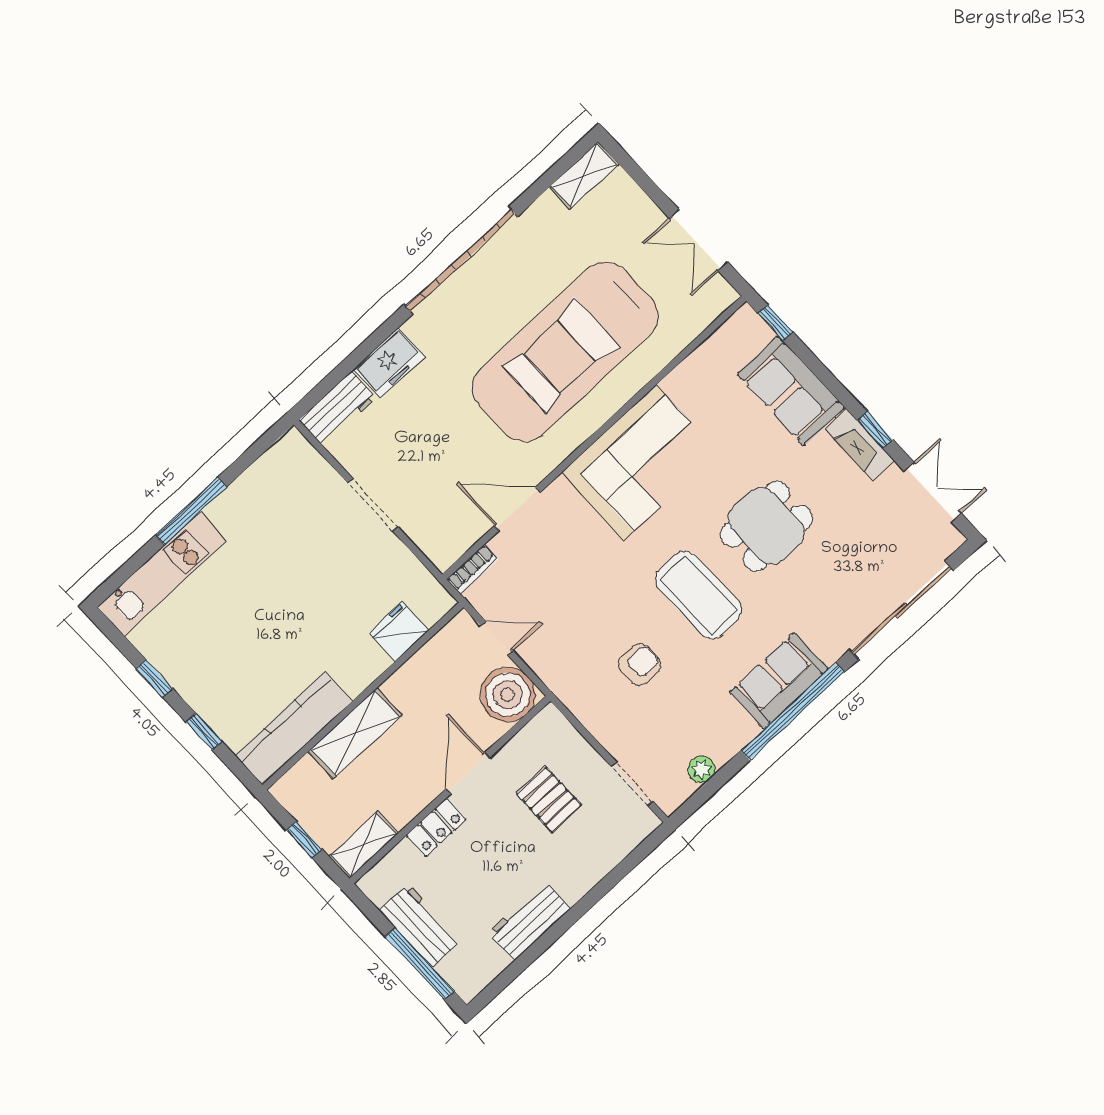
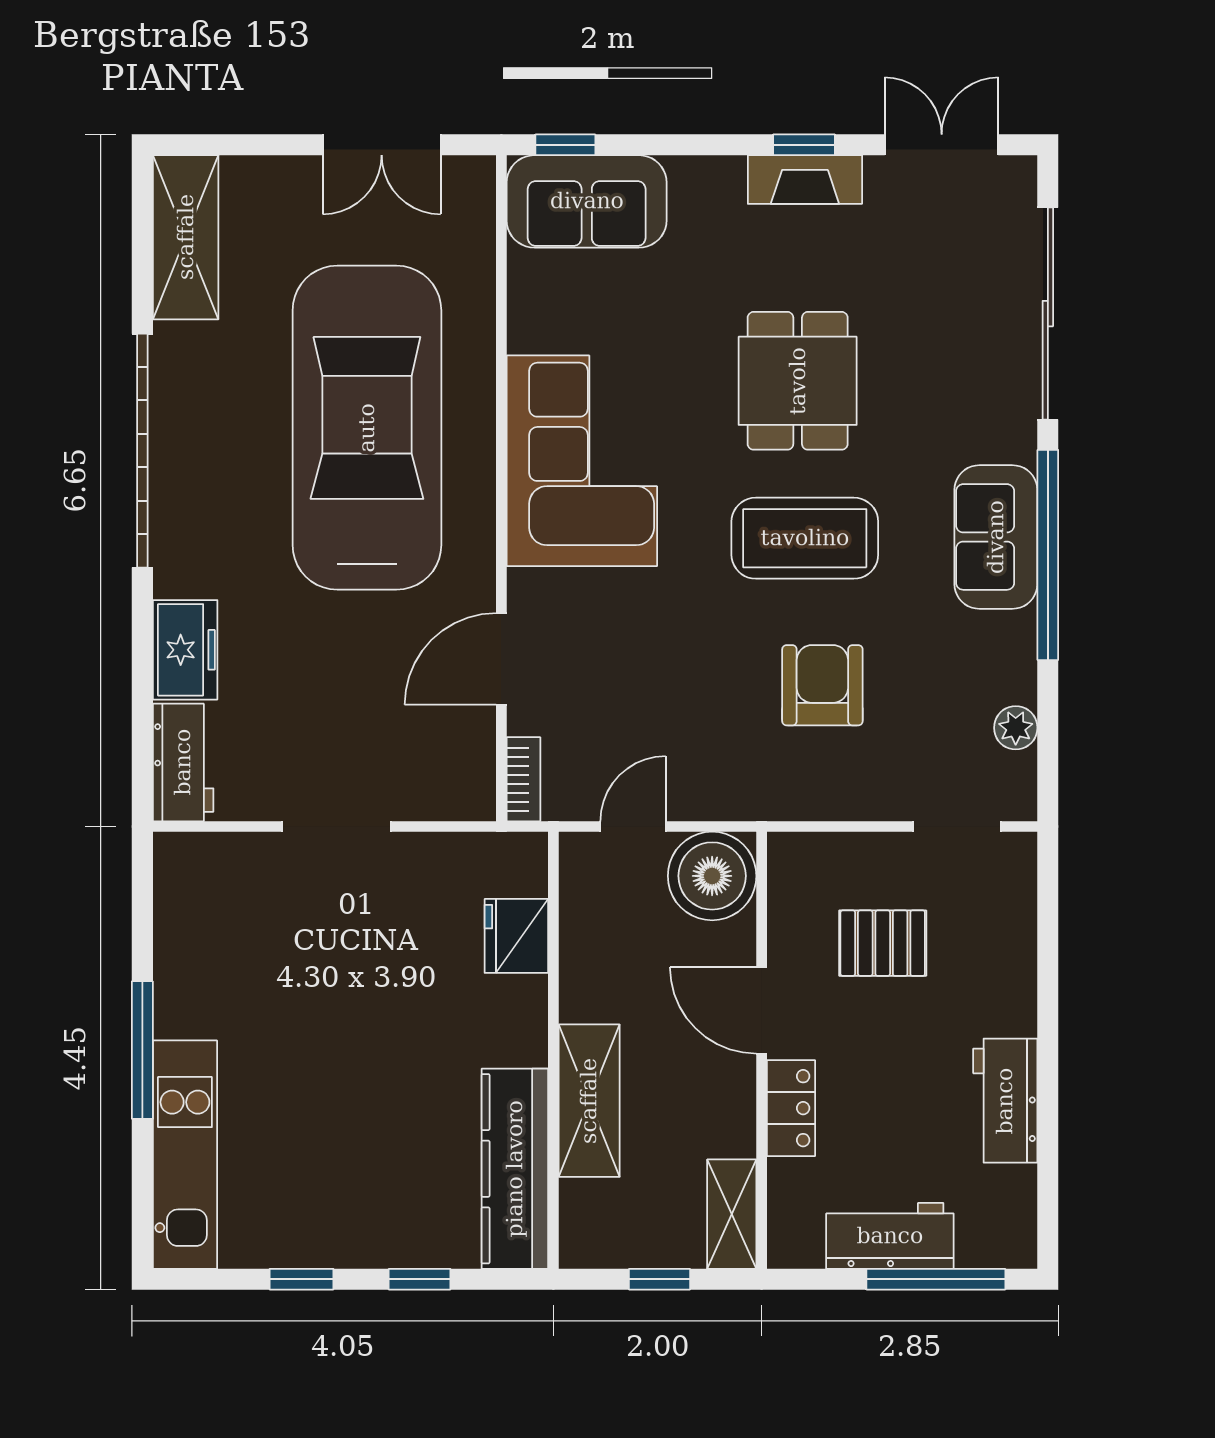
shelving: (584, 175) -> (186, 237), width x1.50, depth x1.33
car: (565, 352) -> (367, 428), turned 180
sofa: (791, 391) -> (587, 201), moved
armchair: (640, 664) -> (822, 685), width x1.38, depth x1.38

